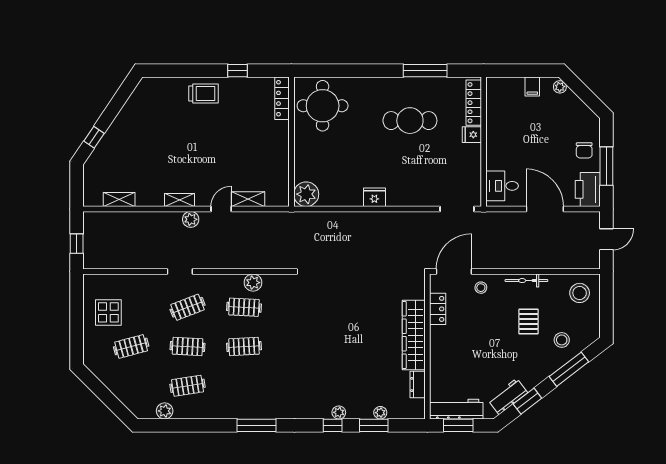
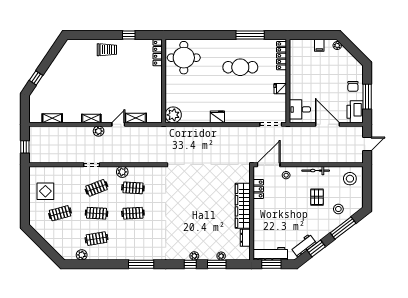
fridge: (472, 135) -> (280, 89), moved
plant: (253, 283) -> (122, 172), moved

